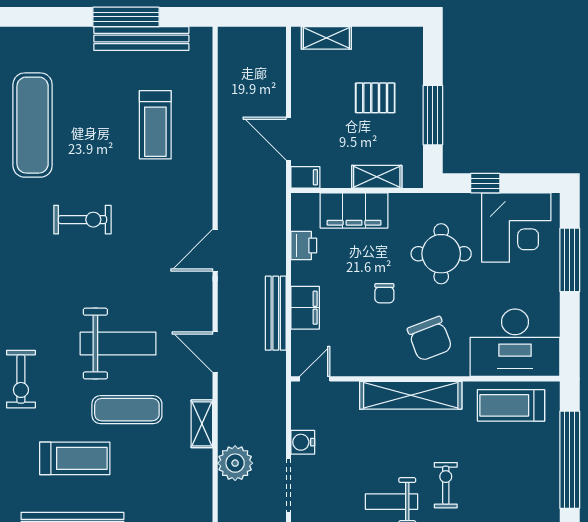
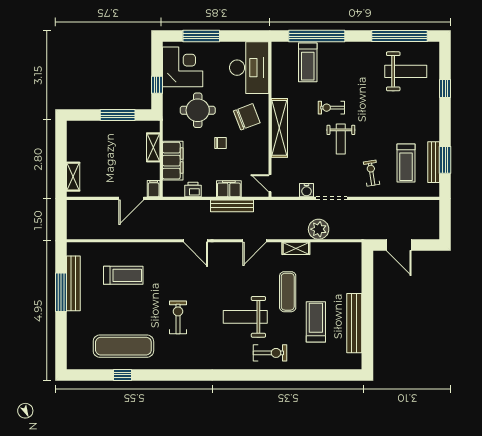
pallet: (375, 98) -> (108, 148), removed
weight bench: (118, 344) -> (245, 317), moved, turned -90
treadmill: (511, 405) -> (308, 62), moved

